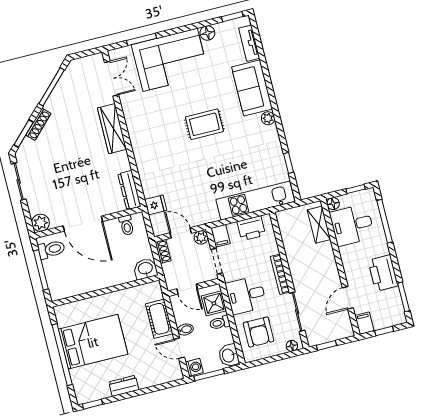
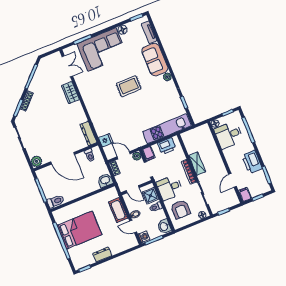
wardrobe: (112, 129) -> (70, 93), width x0.67
shelving: (319, 225) -> (197, 164), moved
toilet: (51, 249) -> (56, 201), moved

